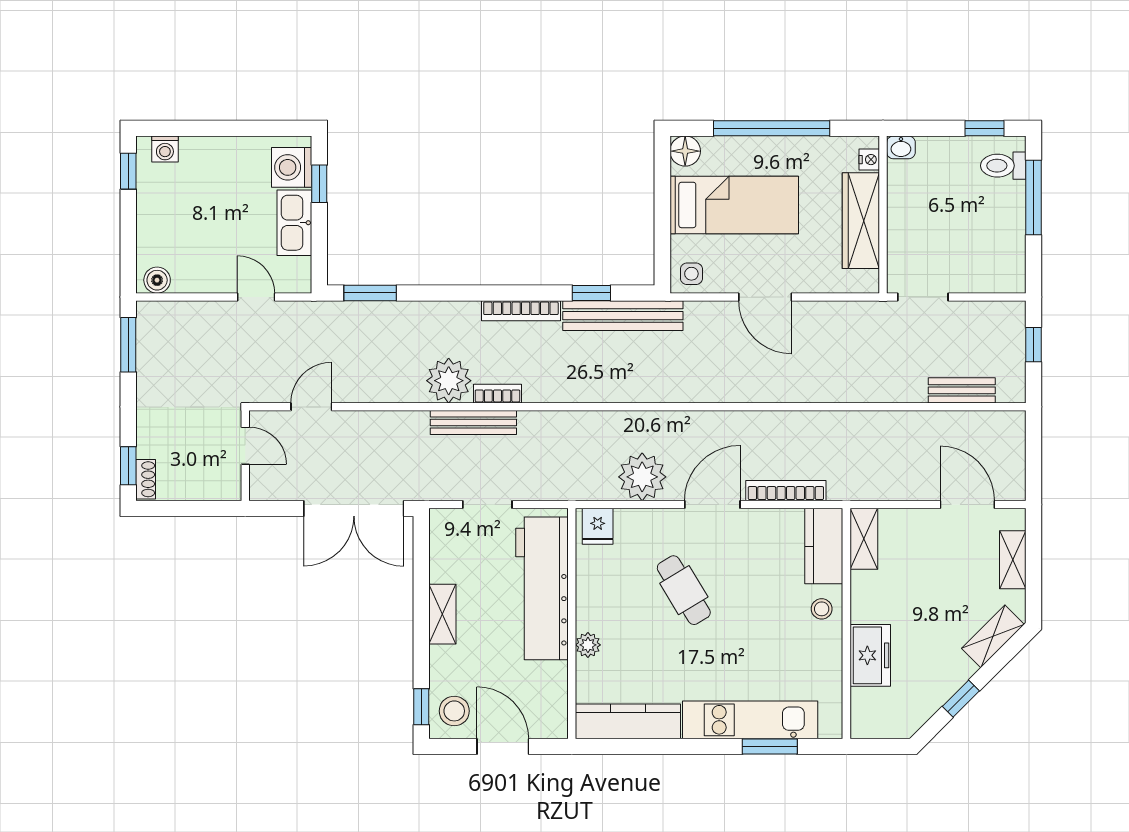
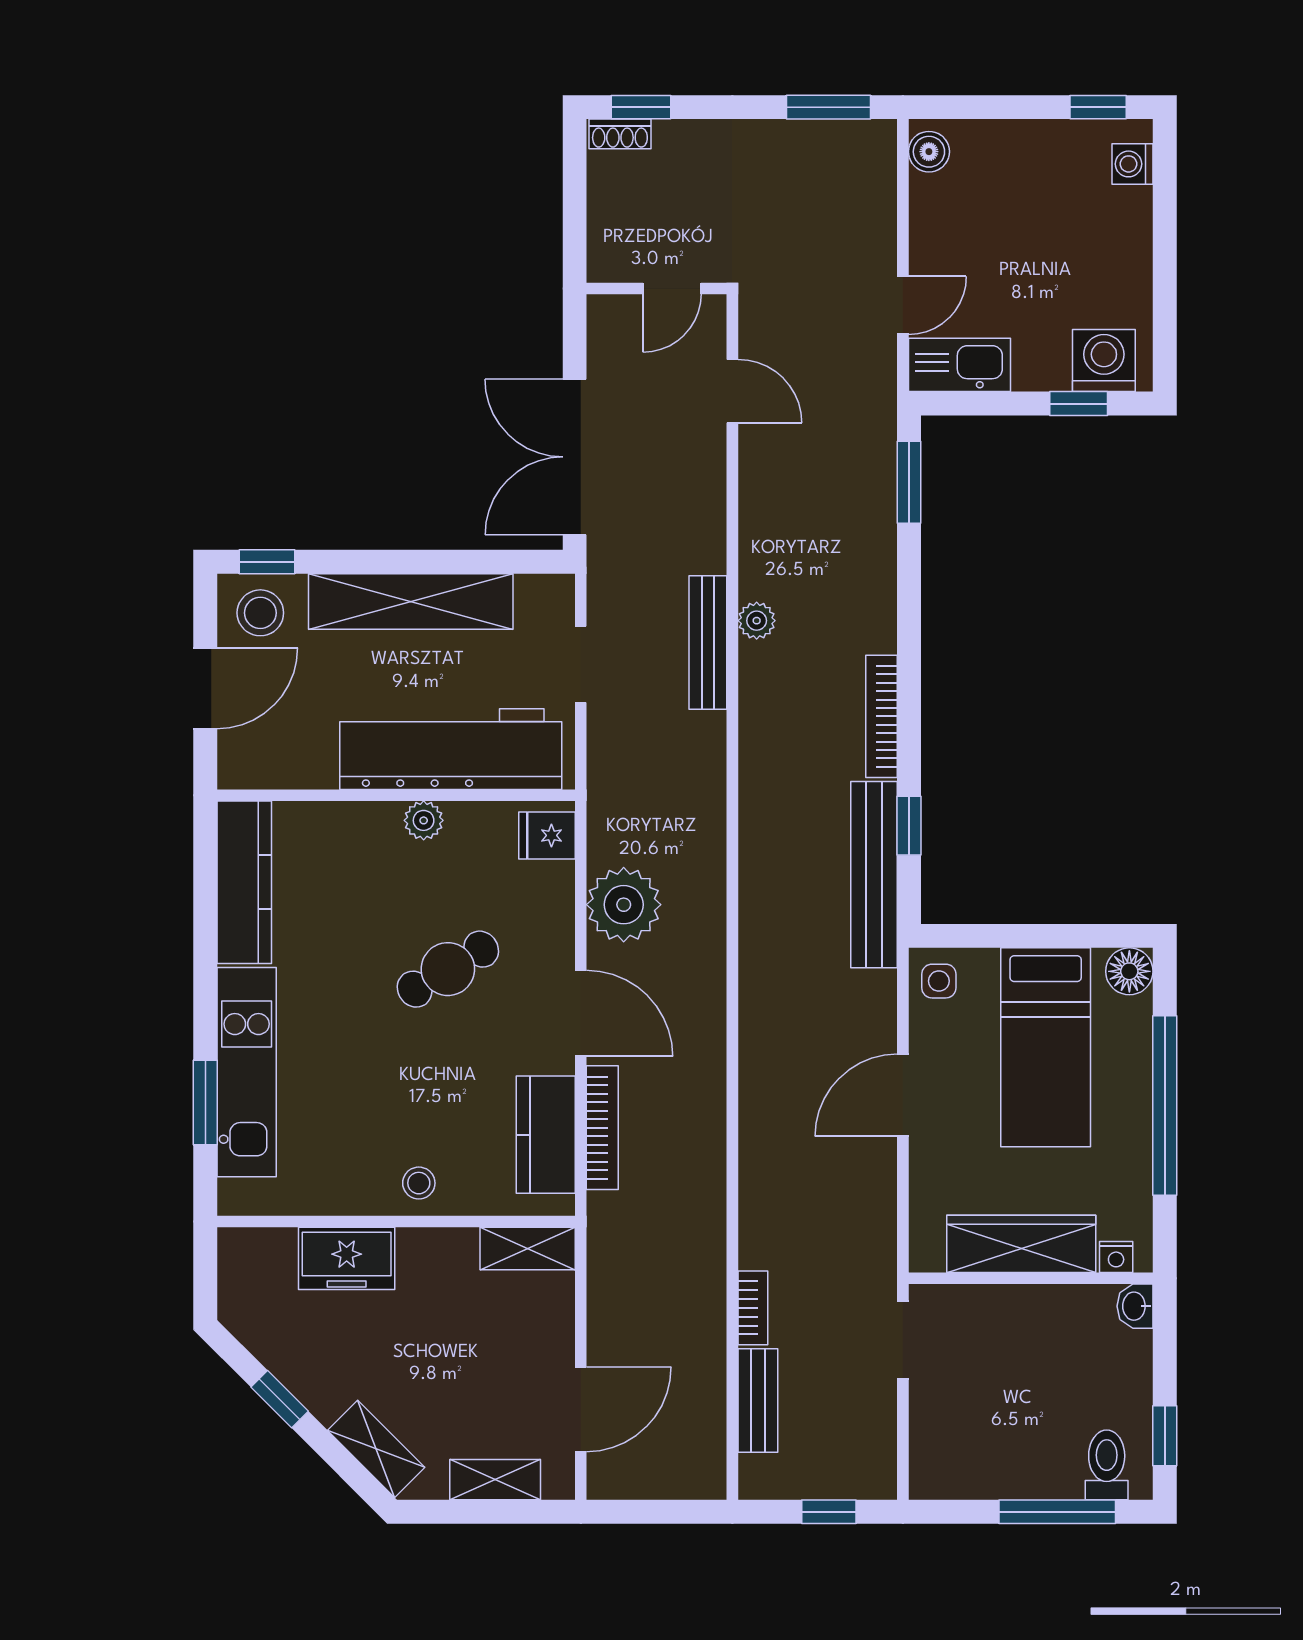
kitchen sink: (294, 223) -> (959, 365), moved
plant: (449, 381) -> (757, 621), width x0.53, depth x0.53
bookcase: (498, 394) -> (753, 1308), moved
kitchen counter: (824, 546) -> (546, 1135), moved, turned -90
shelving: (442, 614) -> (411, 601), width x2.20, depth x1.33
plant: (588, 645) -> (424, 820), moved

